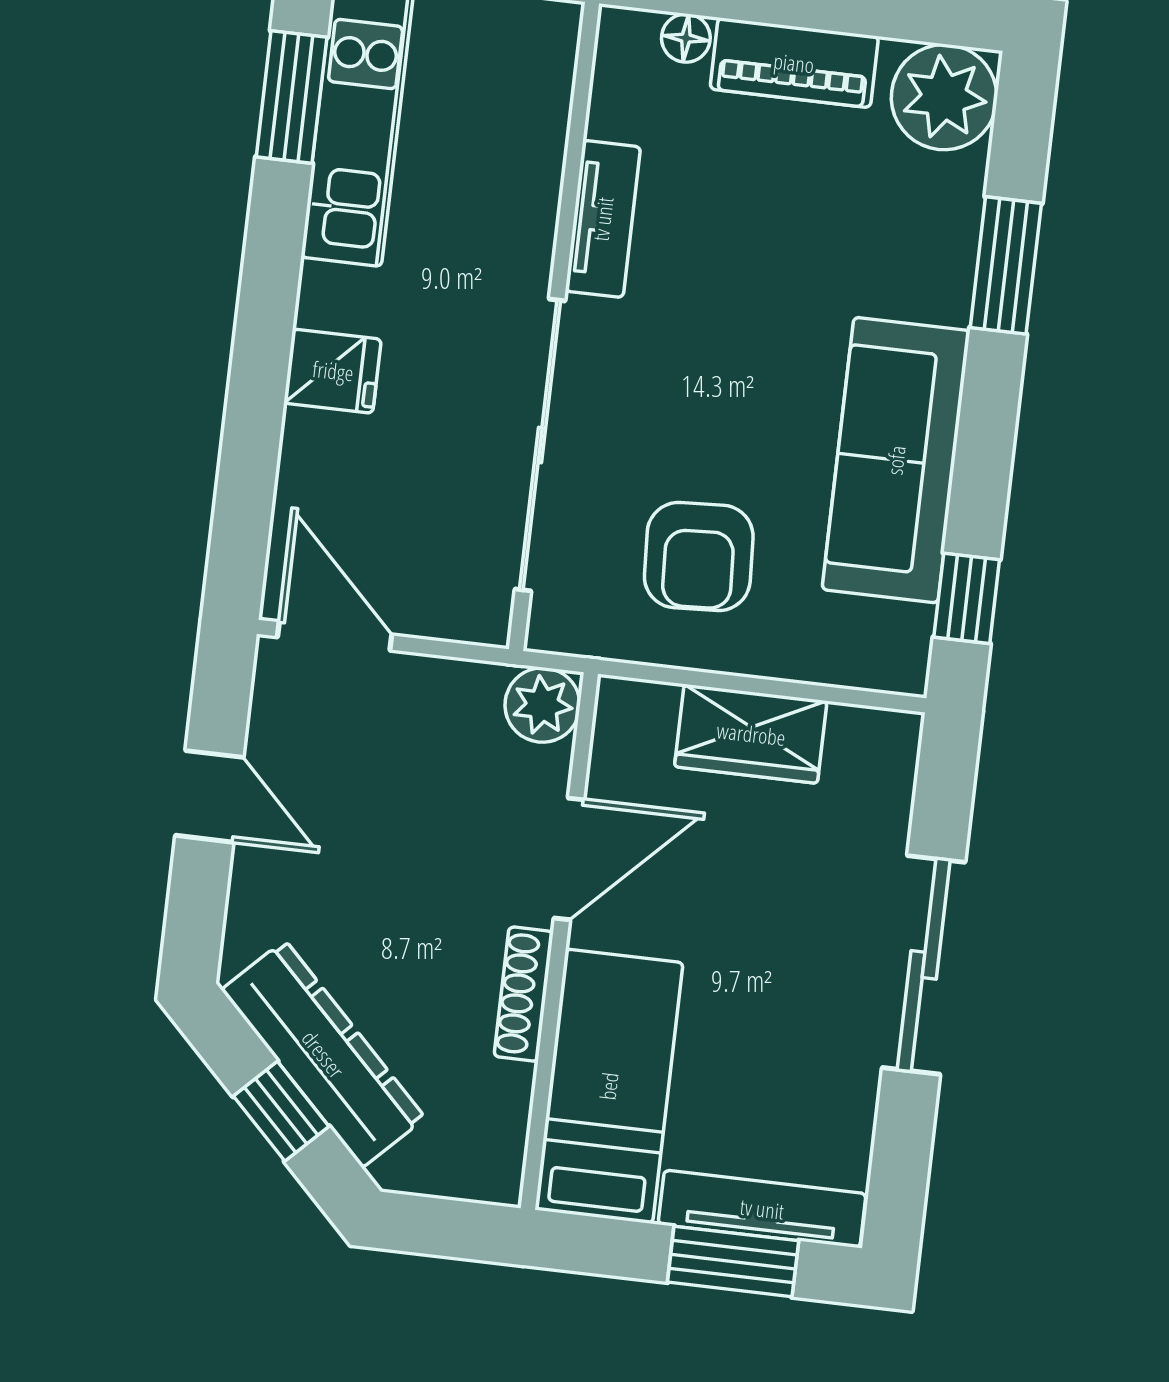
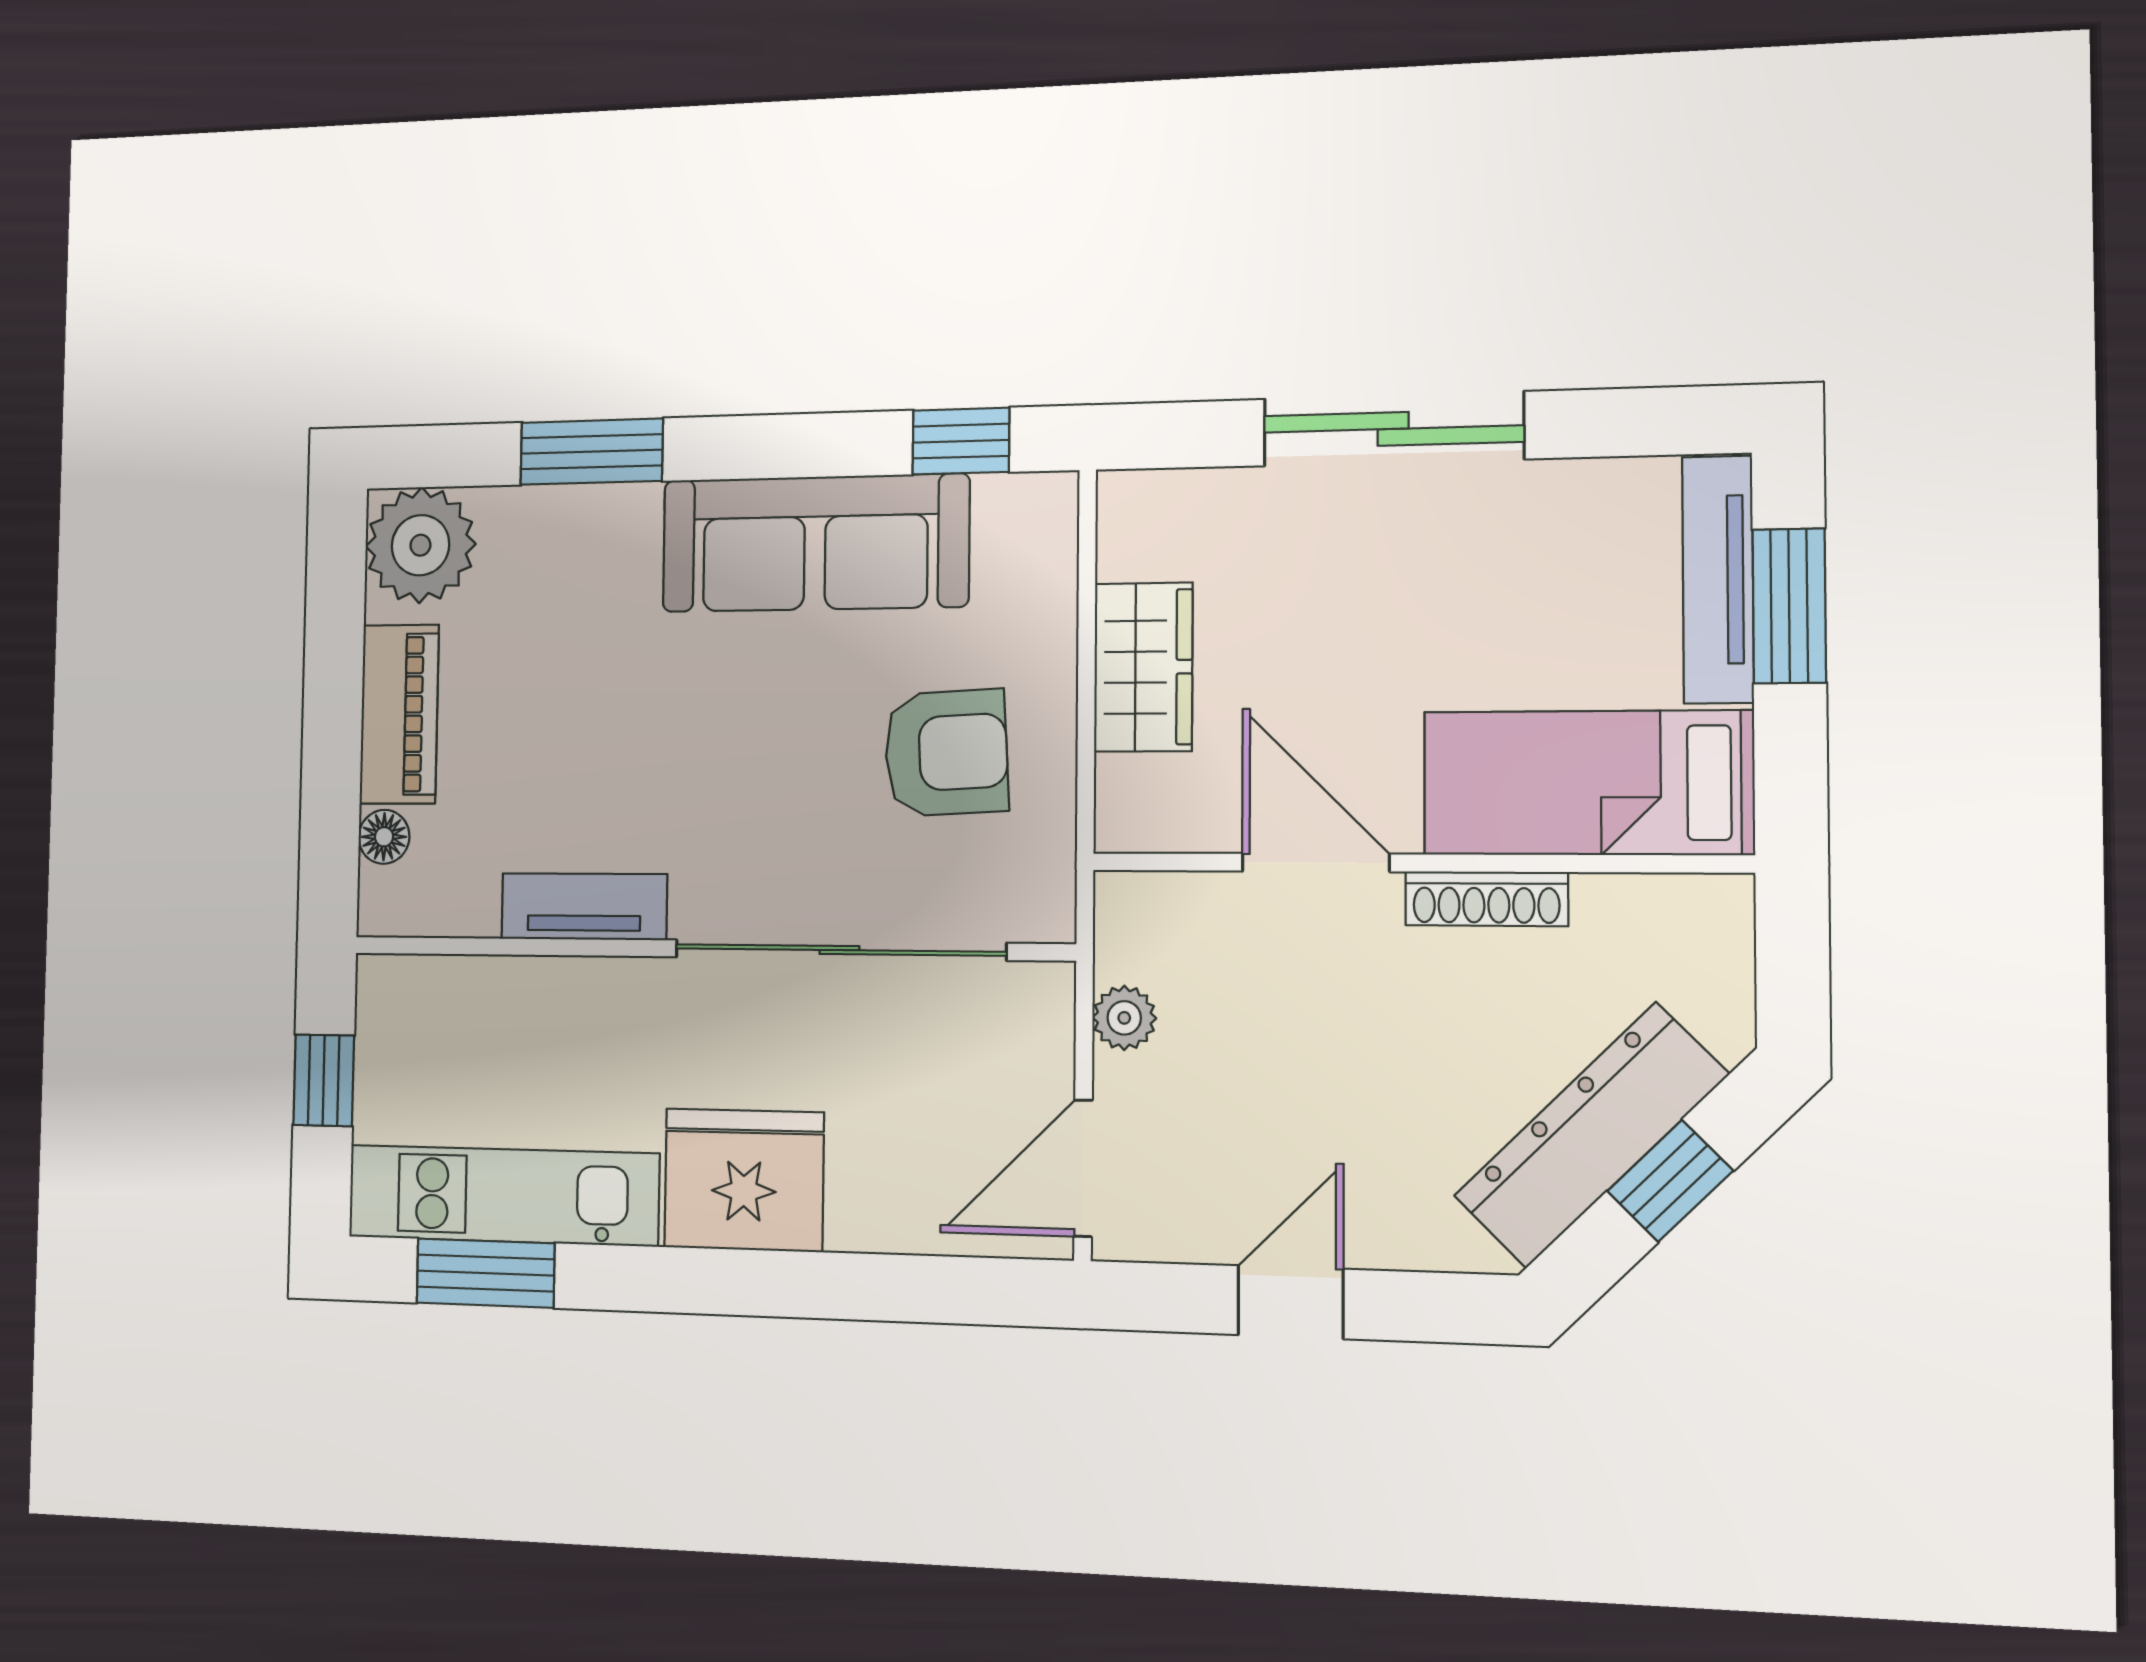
fridge: (333, 371) -> (744, 1180), width x1.88, depth x1.34
plant: (542, 705) -> (1124, 1018), moved, width x0.73, depth x0.73

